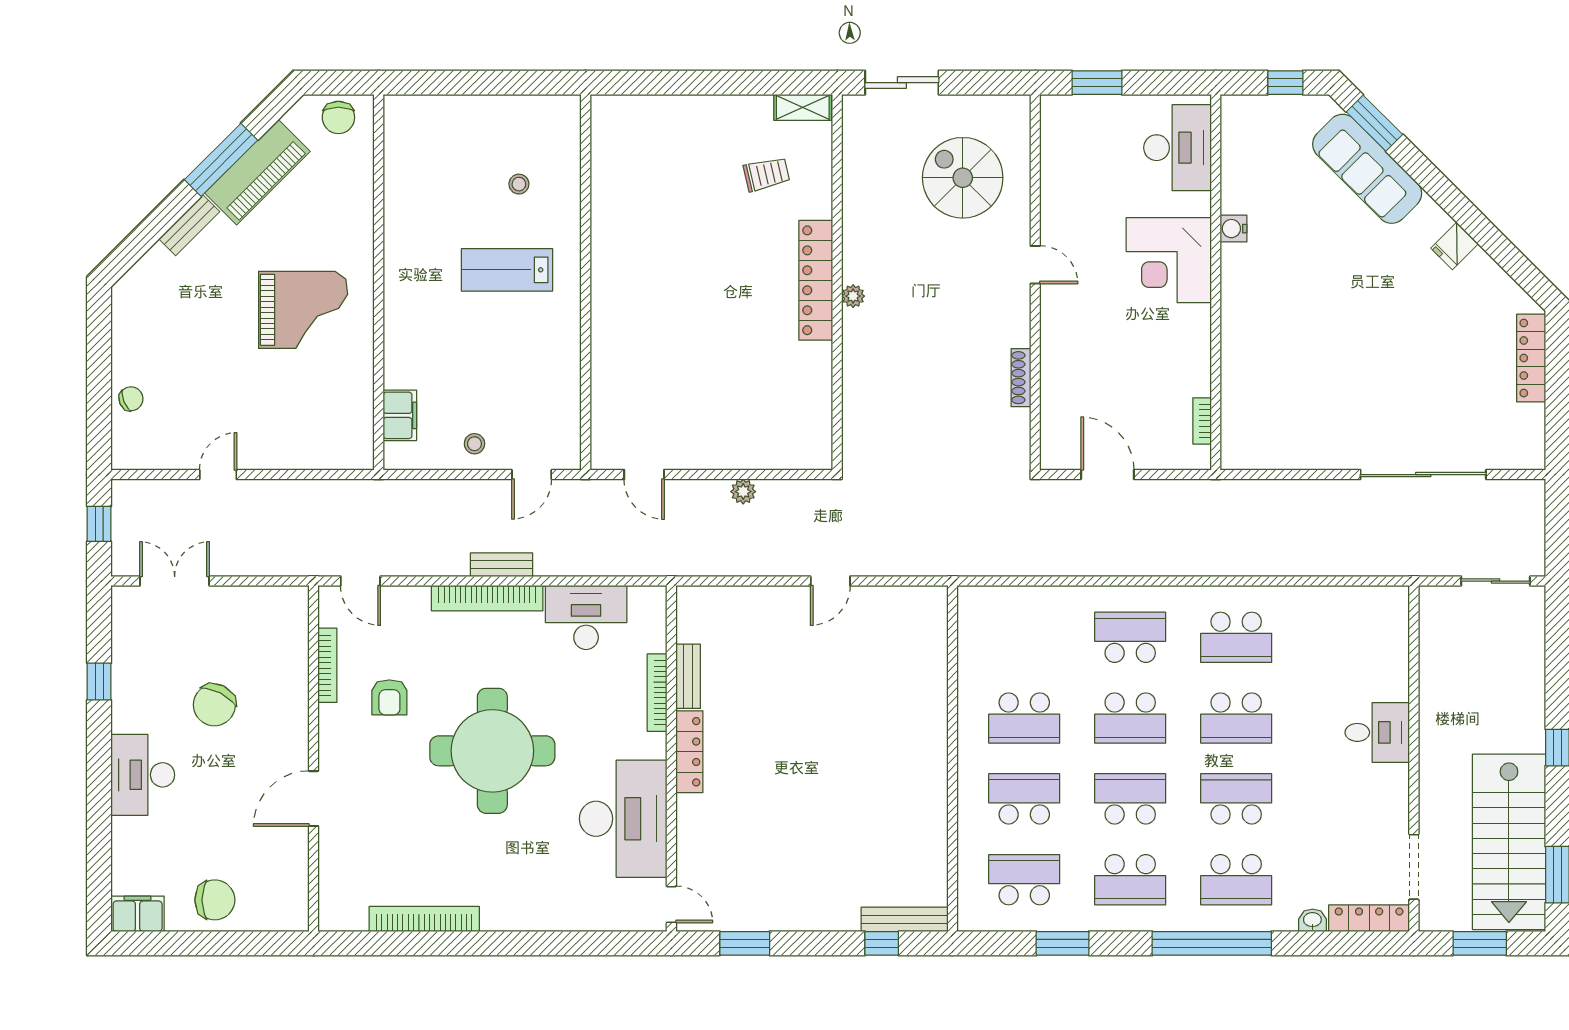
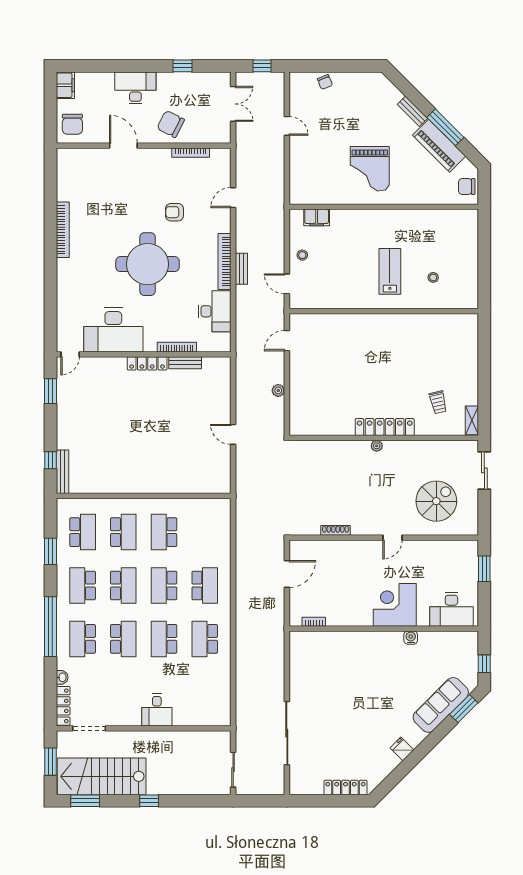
bookcase: (327, 665) -> (191, 153), moved
wall: (314, 758) -> (144, 146), moved
door: (314, 799) -> (123, 146), moved

